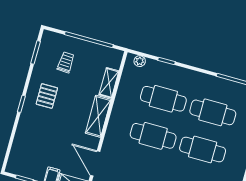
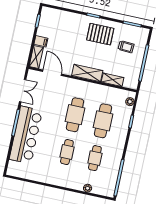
pallet: (47, 96) -> (100, 34), width x1.50, depth x1.42
cafe table: (213, 112) -> (95, 158), width x0.73, depth x0.74
cafe table: (203, 149) -> (67, 152), width x0.73, depth x0.74
door: (95, 163) -> (52, 73), hinge flipped

